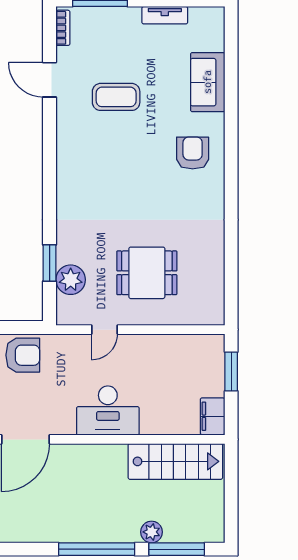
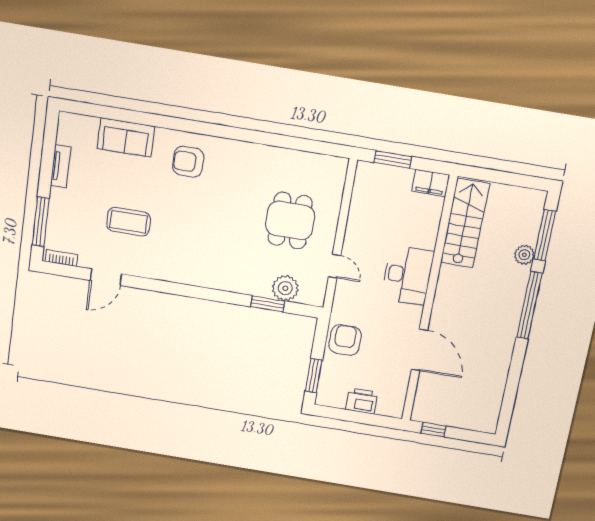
coffee table: (116, 97) -> (129, 222), turned 90

